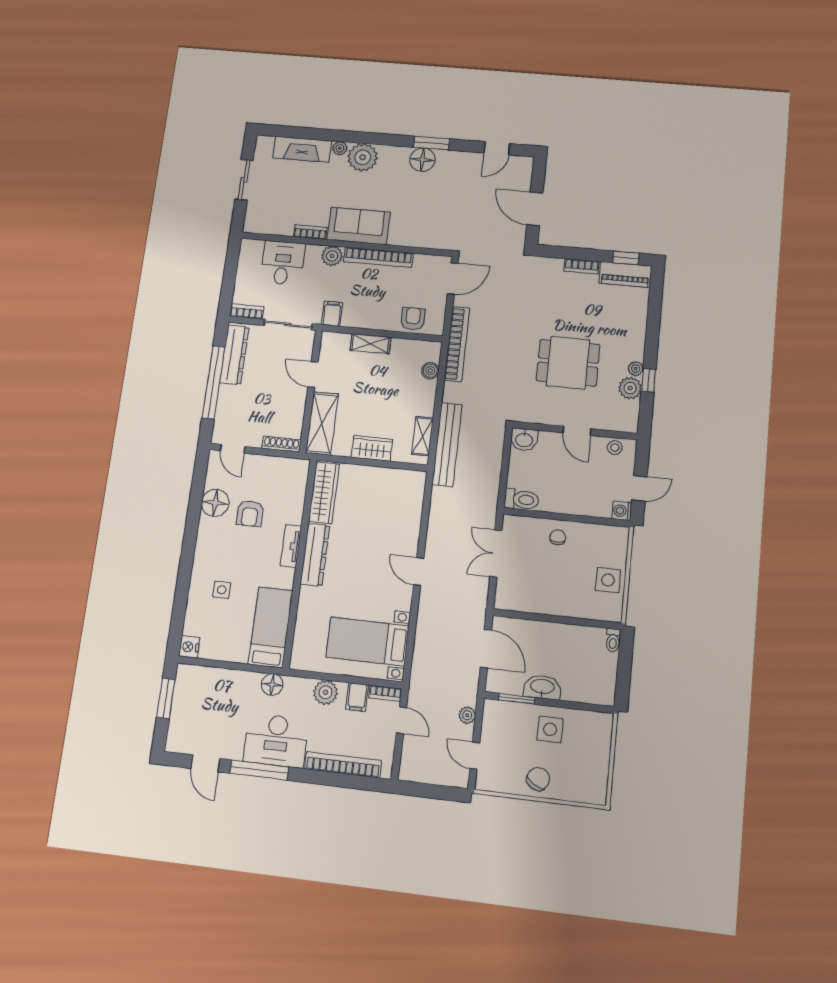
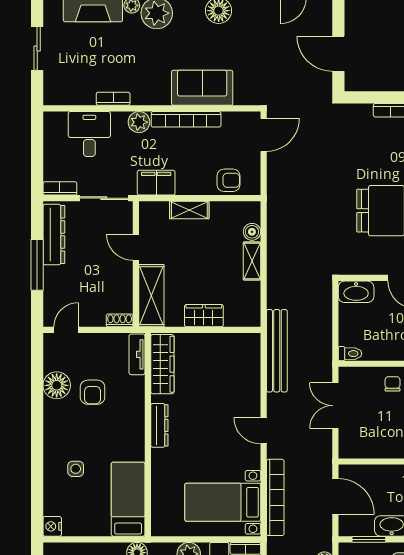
sofa: (359, 226) -> (202, 88), moved
filing cabinet: (332, 314) -> (156, 183), width x2.00
armchair: (413, 319) -> (229, 180), turned 90
bookcase: (457, 344) -> (275, 497), moved
window: (214, 382) -> (37, 265), width x0.68
shelving: (423, 436) -> (252, 261), moved
washbasin: (524, 440) -> (356, 292), width x1.38
shoe rack: (281, 444) -> (120, 320), width x0.70
bench: (447, 445) -> (277, 351), moved
door: (233, 449) -> (66, 330), swing flipped
toilet: (521, 499) -> (350, 354), width x0.73, depth x0.72
tv unit: (291, 546) -> (137, 354), moved
dresser: (315, 555) -> (159, 425), width x0.73, depth x0.80

